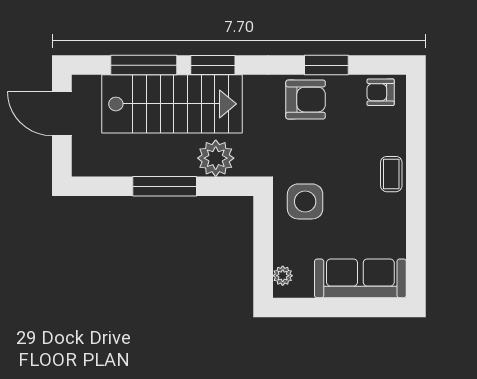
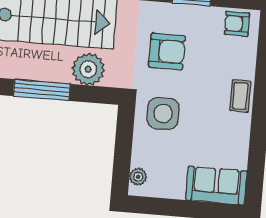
armchair: (306, 100) -> (167, 51), moved
sofa: (360, 278) -> (216, 186), width x0.73

